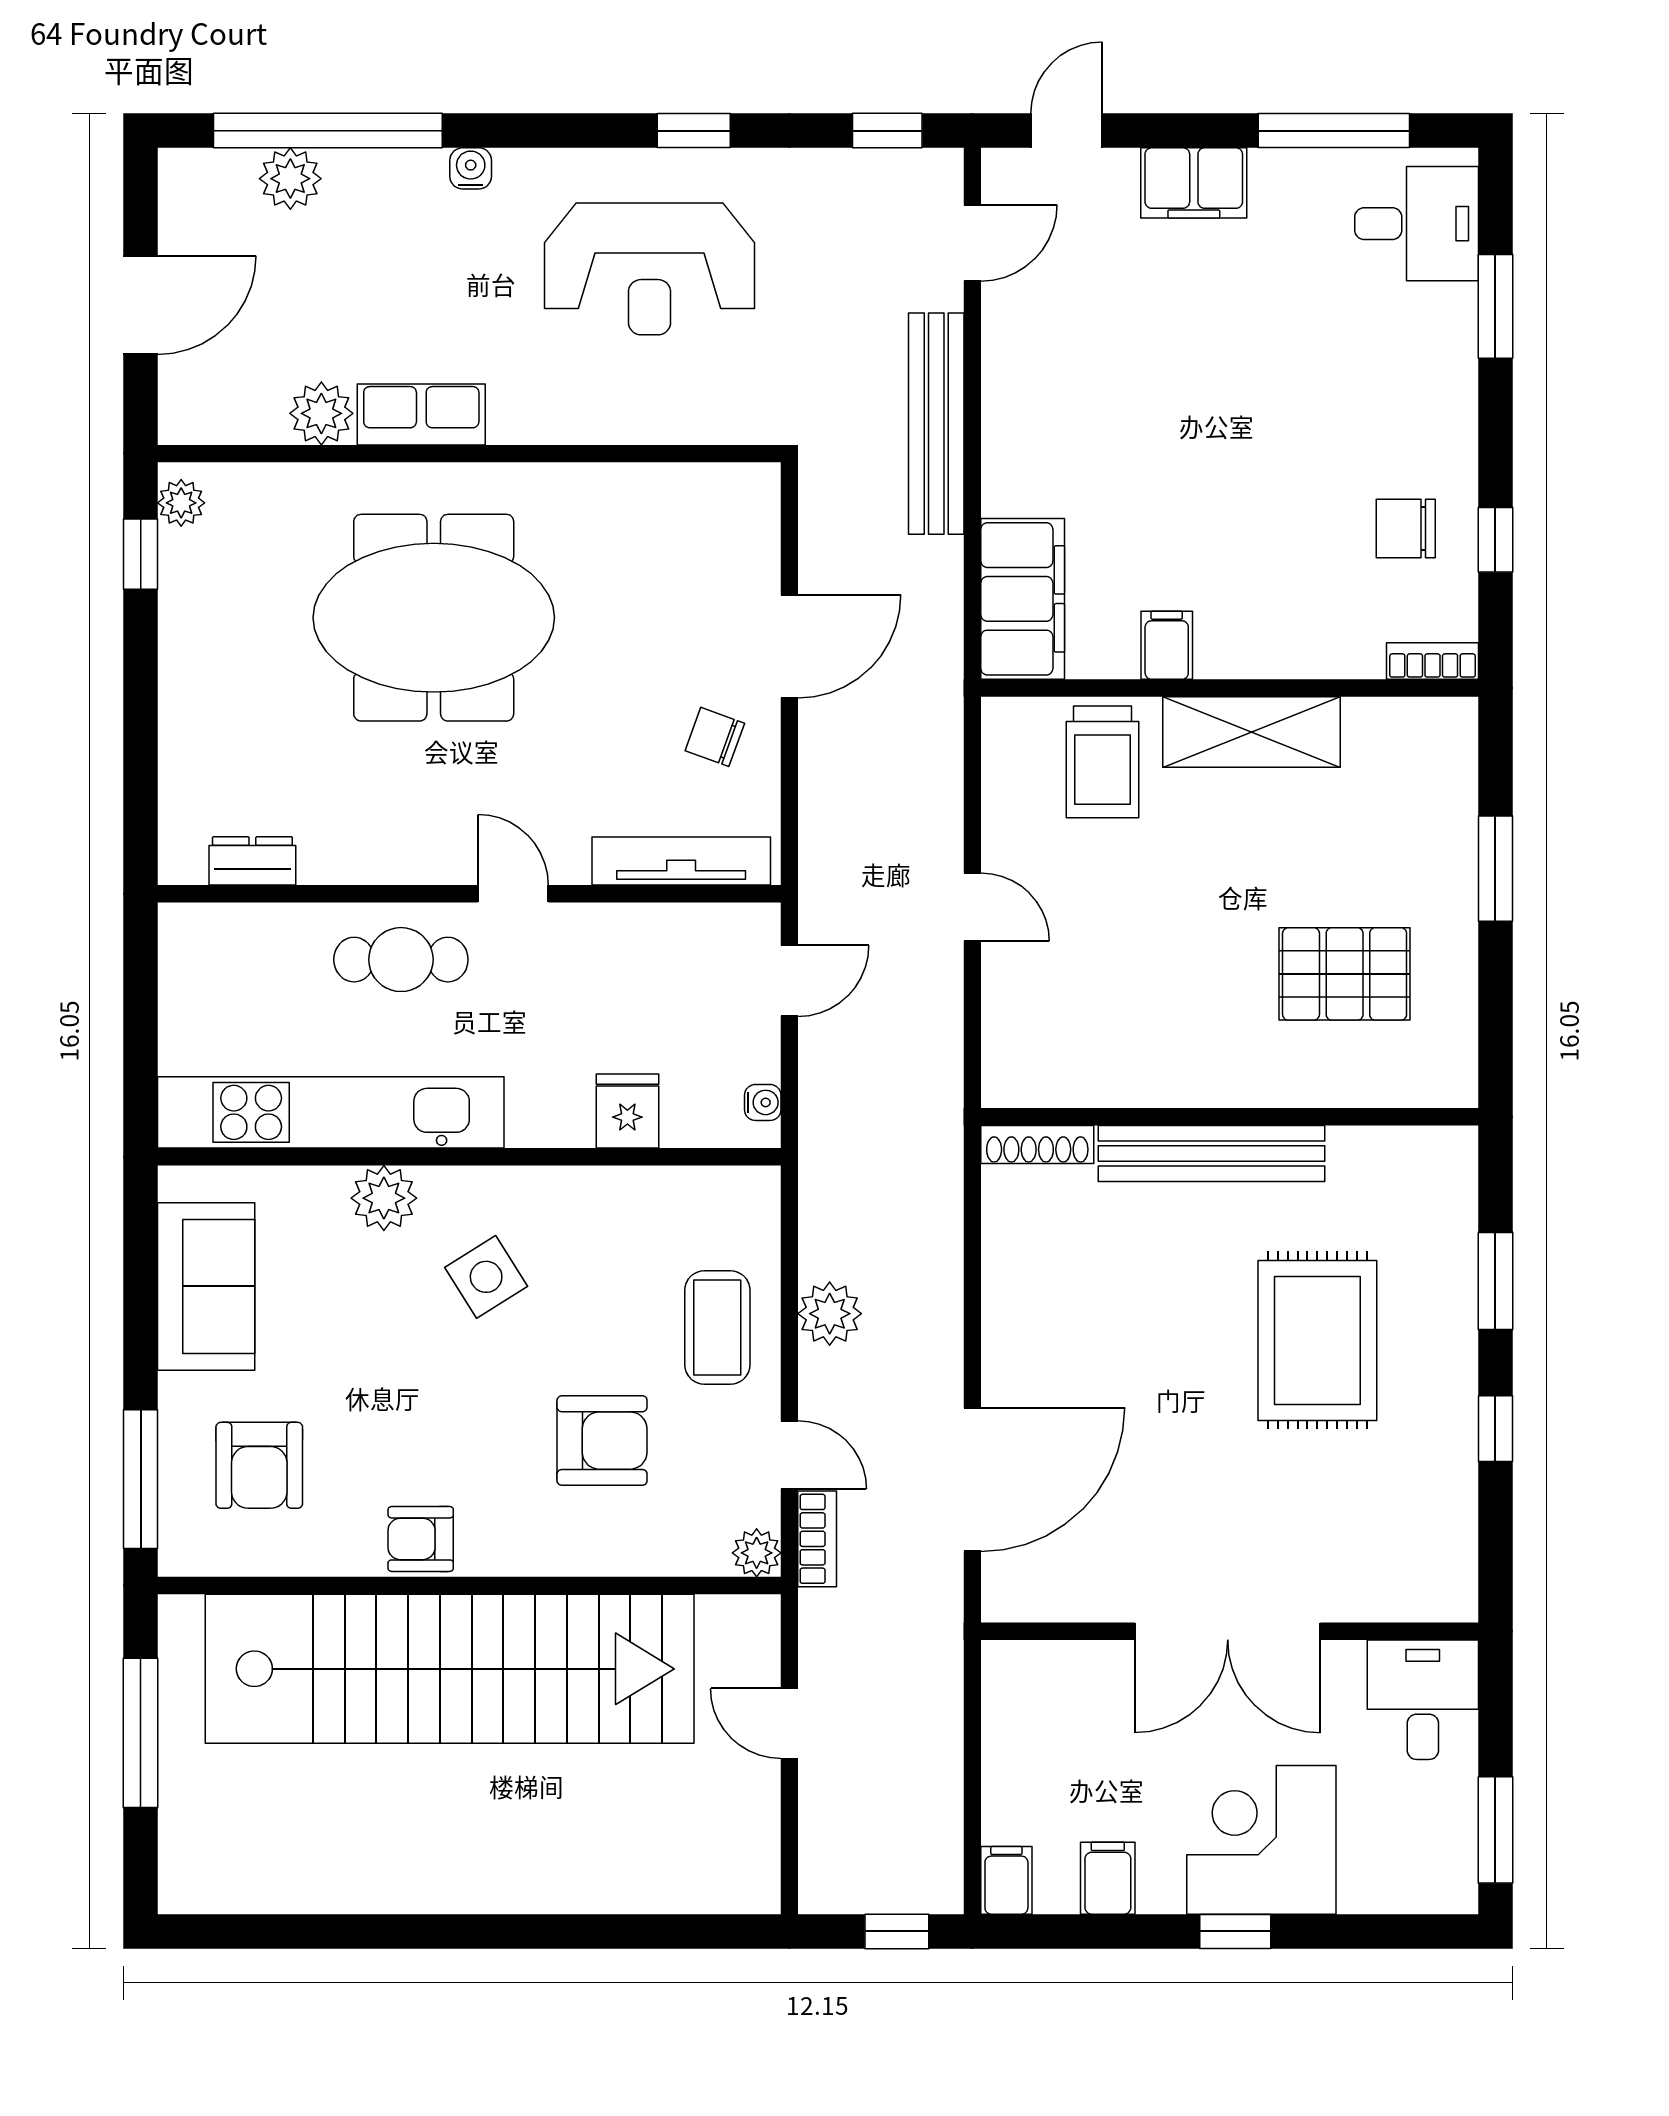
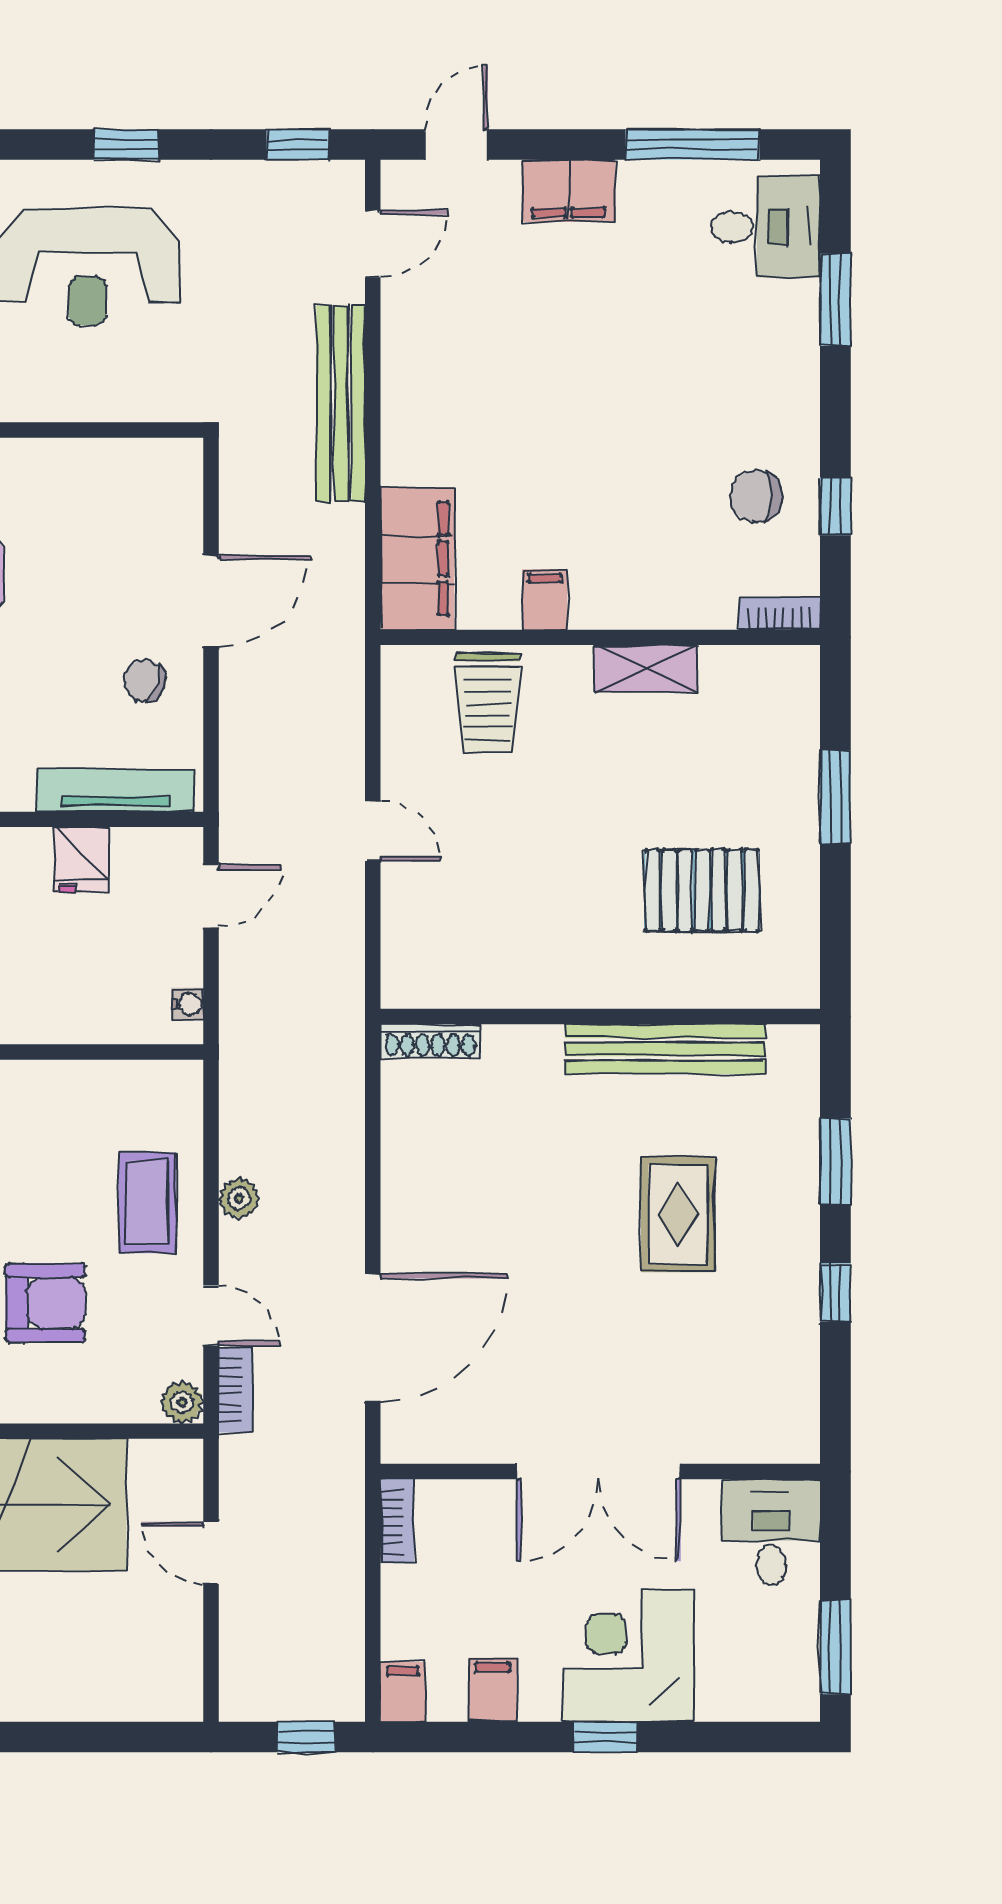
shelving: (1251, 732) -> (646, 668), width x0.67, depth x0.75
fridge: (627, 1111) -> (81, 860), moved, turned 180
bench: (1211, 1153) -> (665, 1049), moved
plant: (830, 1314) -> (239, 1198), width x0.73, depth x0.73
rug: (1317, 1340) -> (678, 1214), width x0.73, depth x0.70
bookcase: (1000, 1687) -> (397, 1521), added

